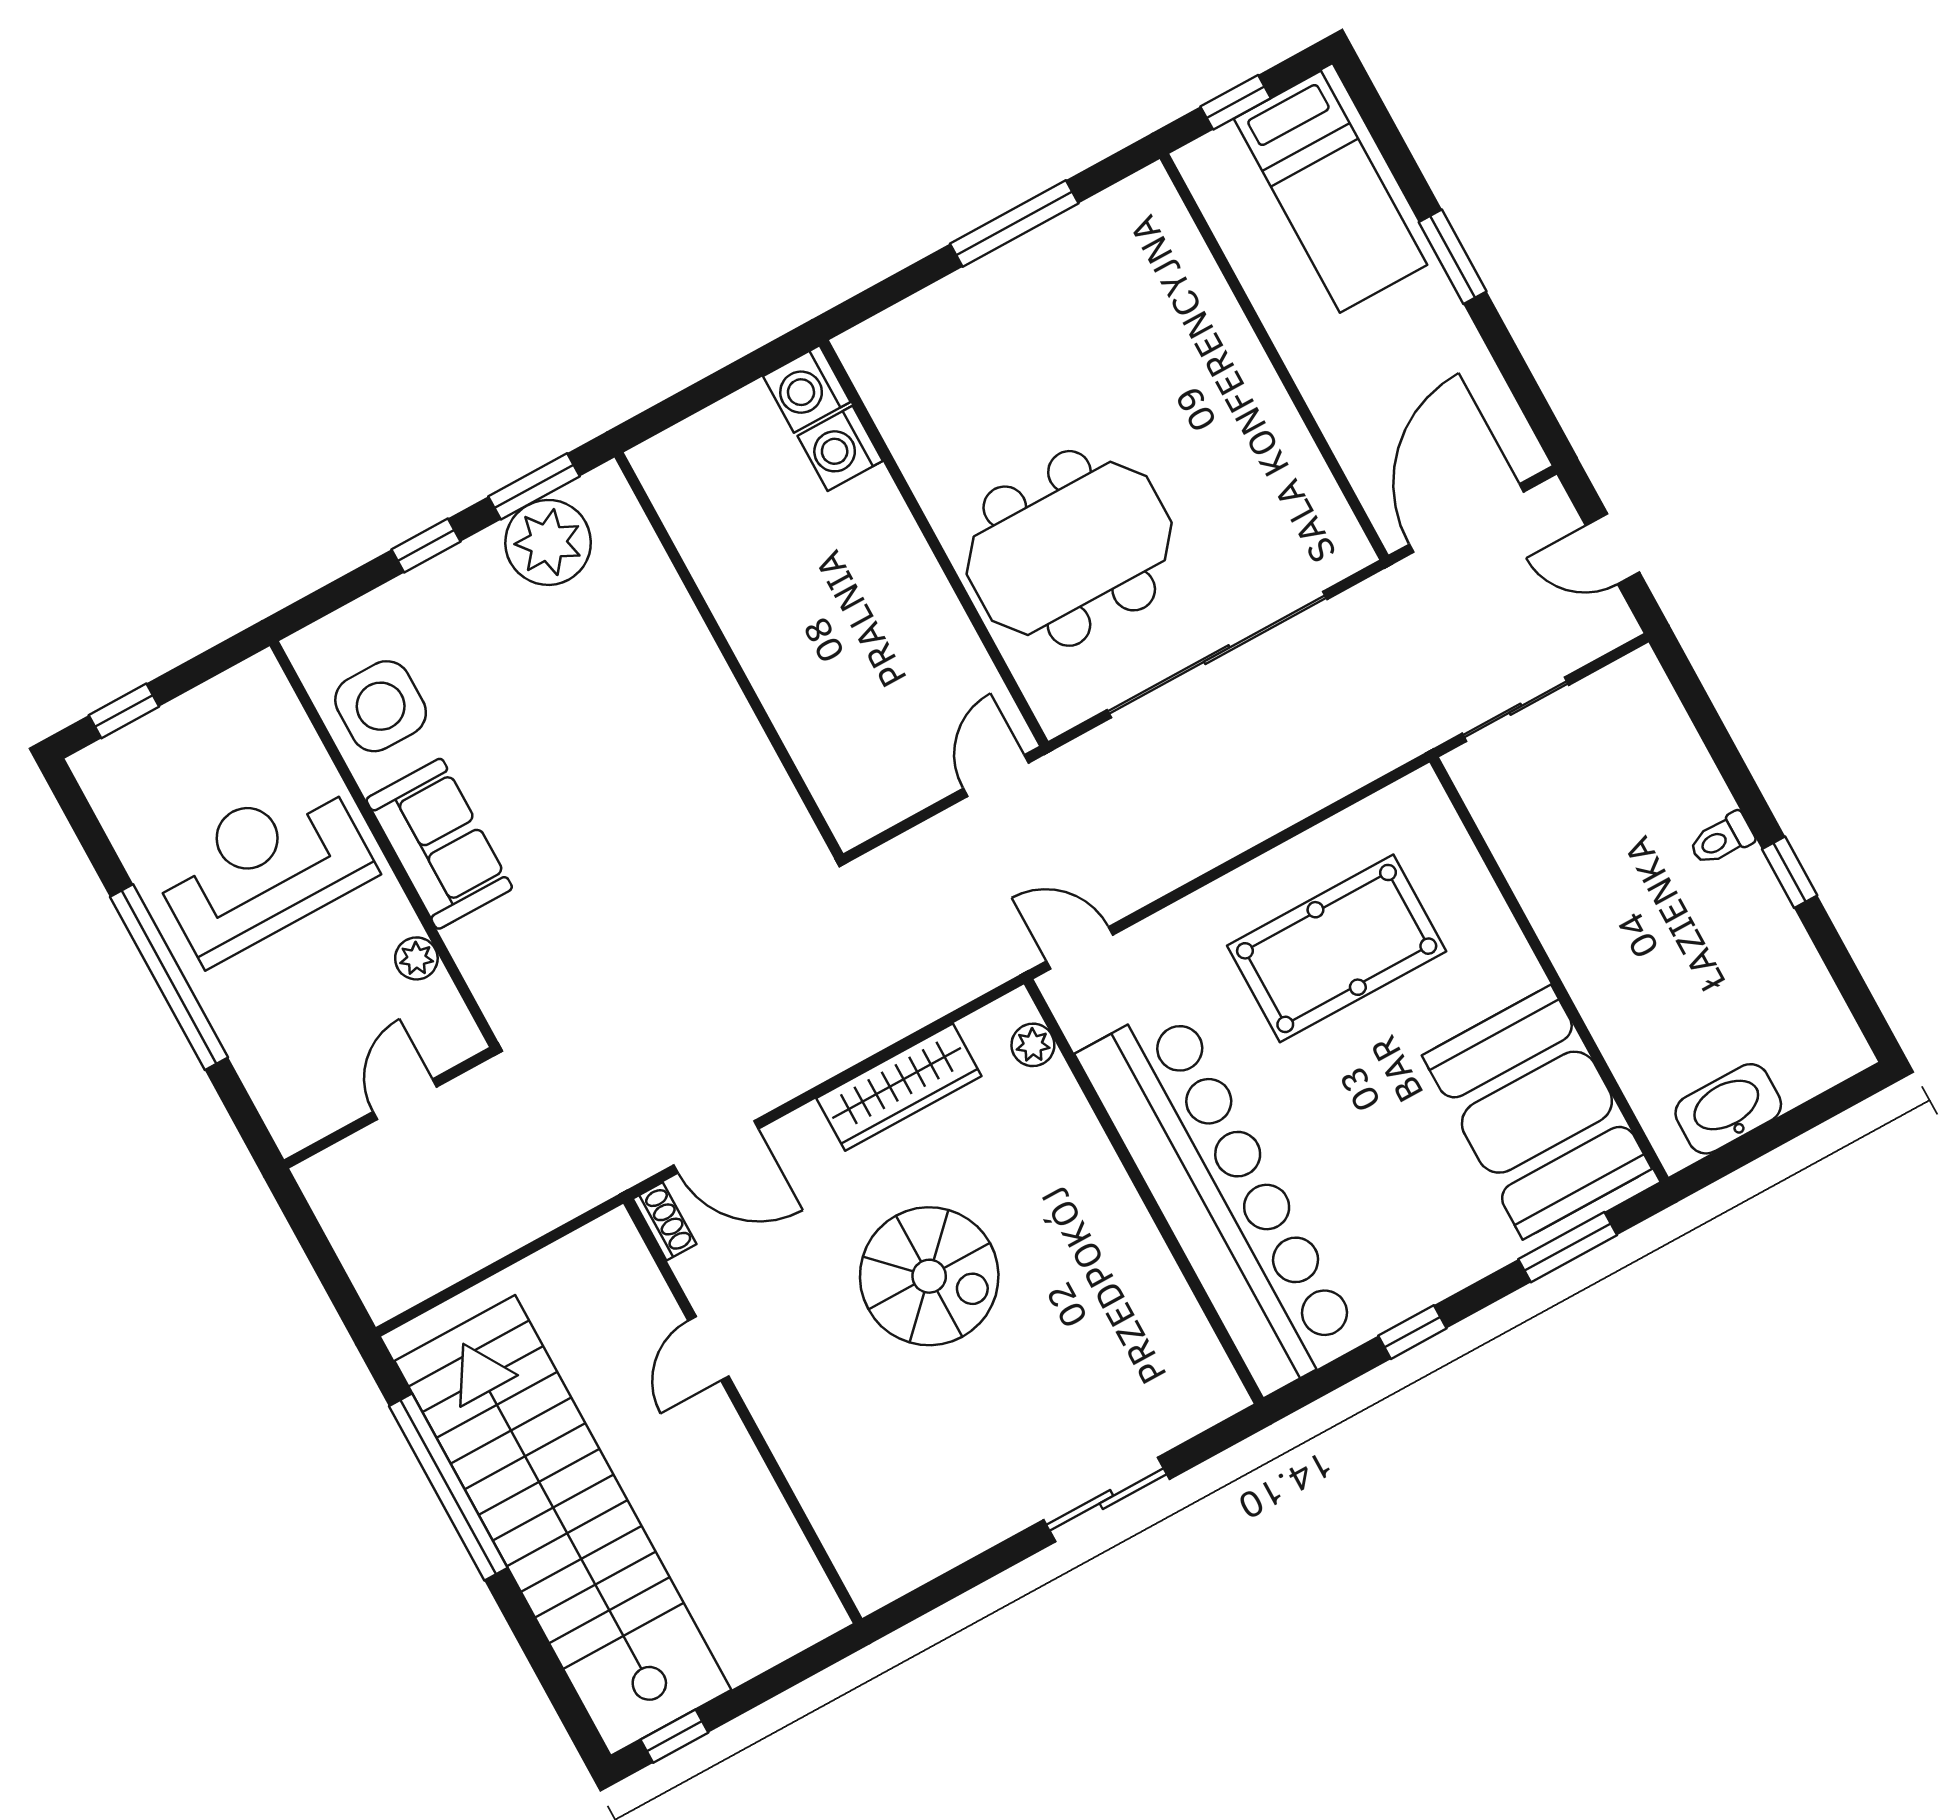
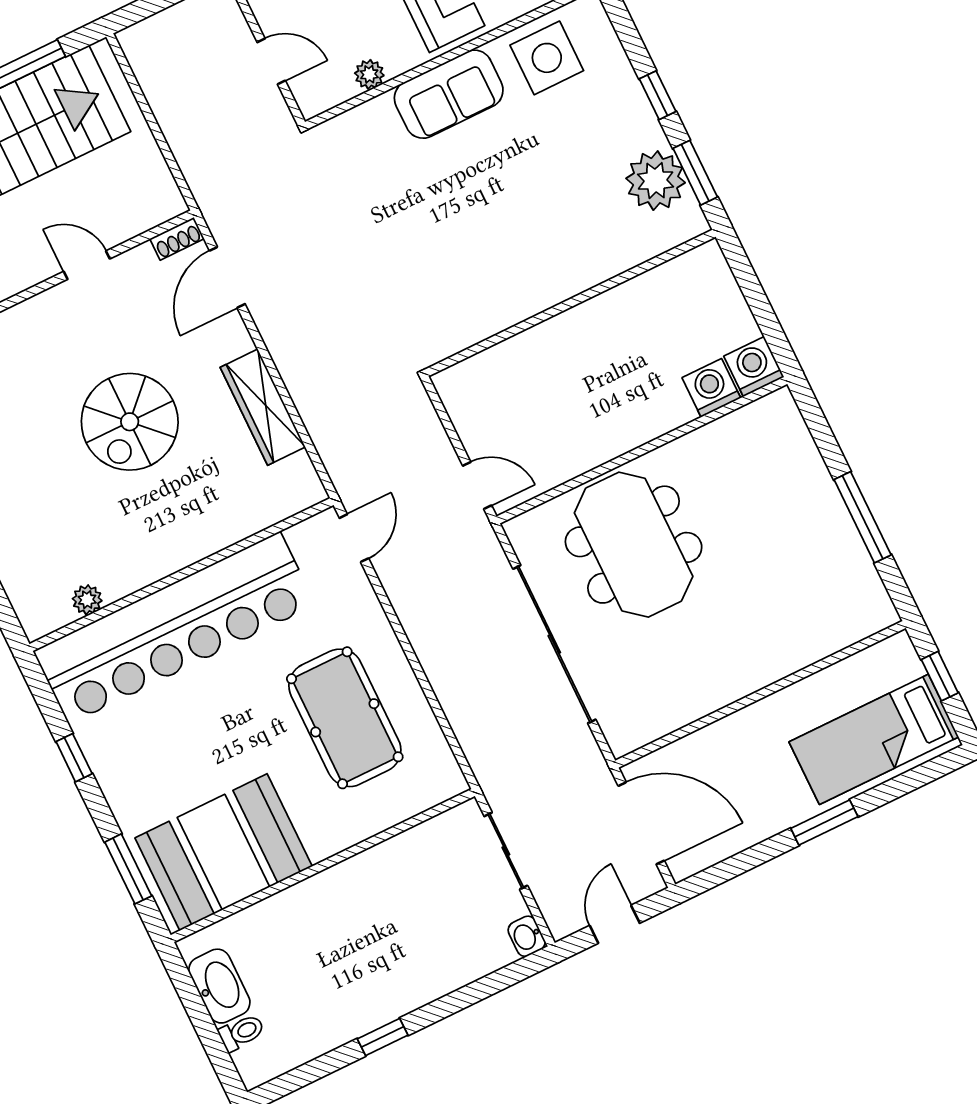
washbasin: (1636, 674) -> (527, 936), added
toilet: (1722, 839) -> (242, 1032), moved, turned 90
plant: (1033, 1045) -> (87, 600), moved

